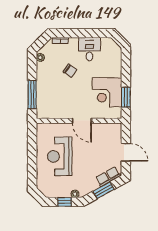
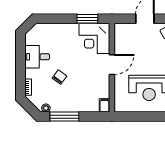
corner desk: (107, 92) -> (94, 38), moved, turned 90
window: (32, 95) -> (64, 117), moved
filing cabinet: (43, 114) -> (105, 105), added

